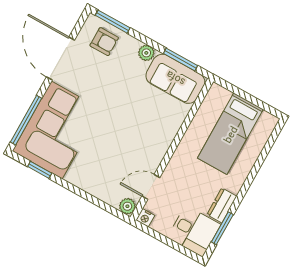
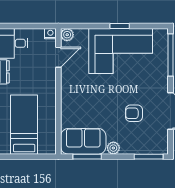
armchair: (104, 42) -> (134, 113), moved
corner sofa: (57, 130) -> (121, 51), moved, turned -90
window: (40, 170) -> (120, 26), moved

